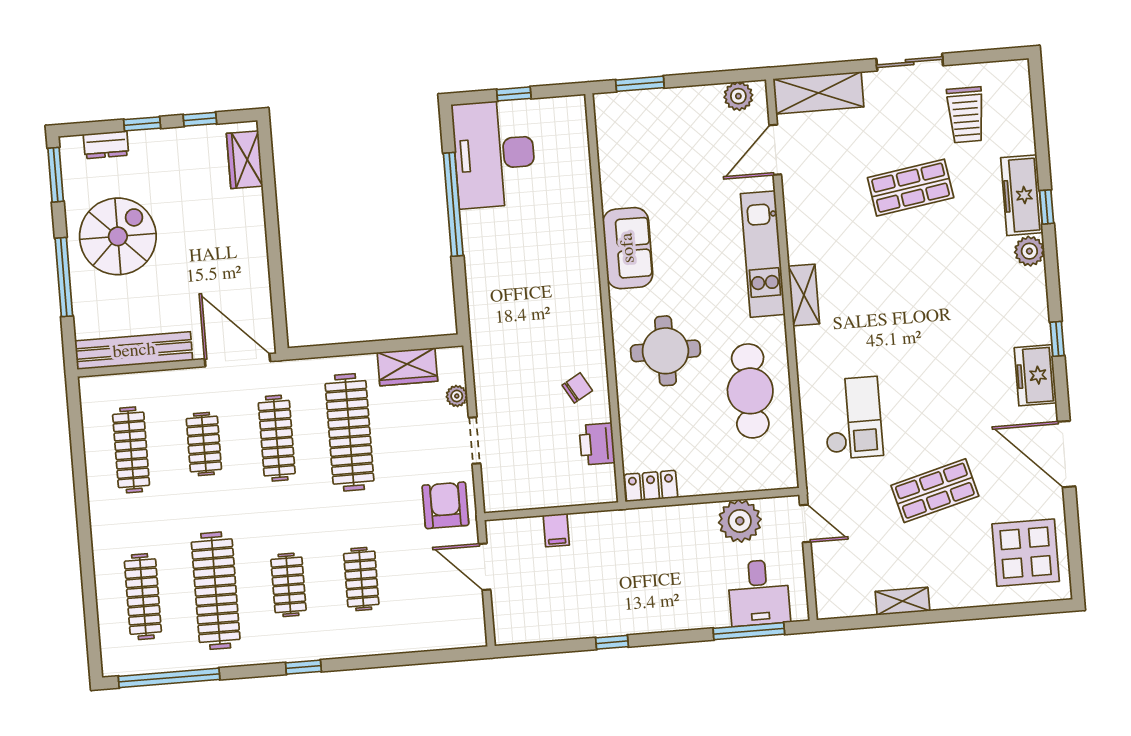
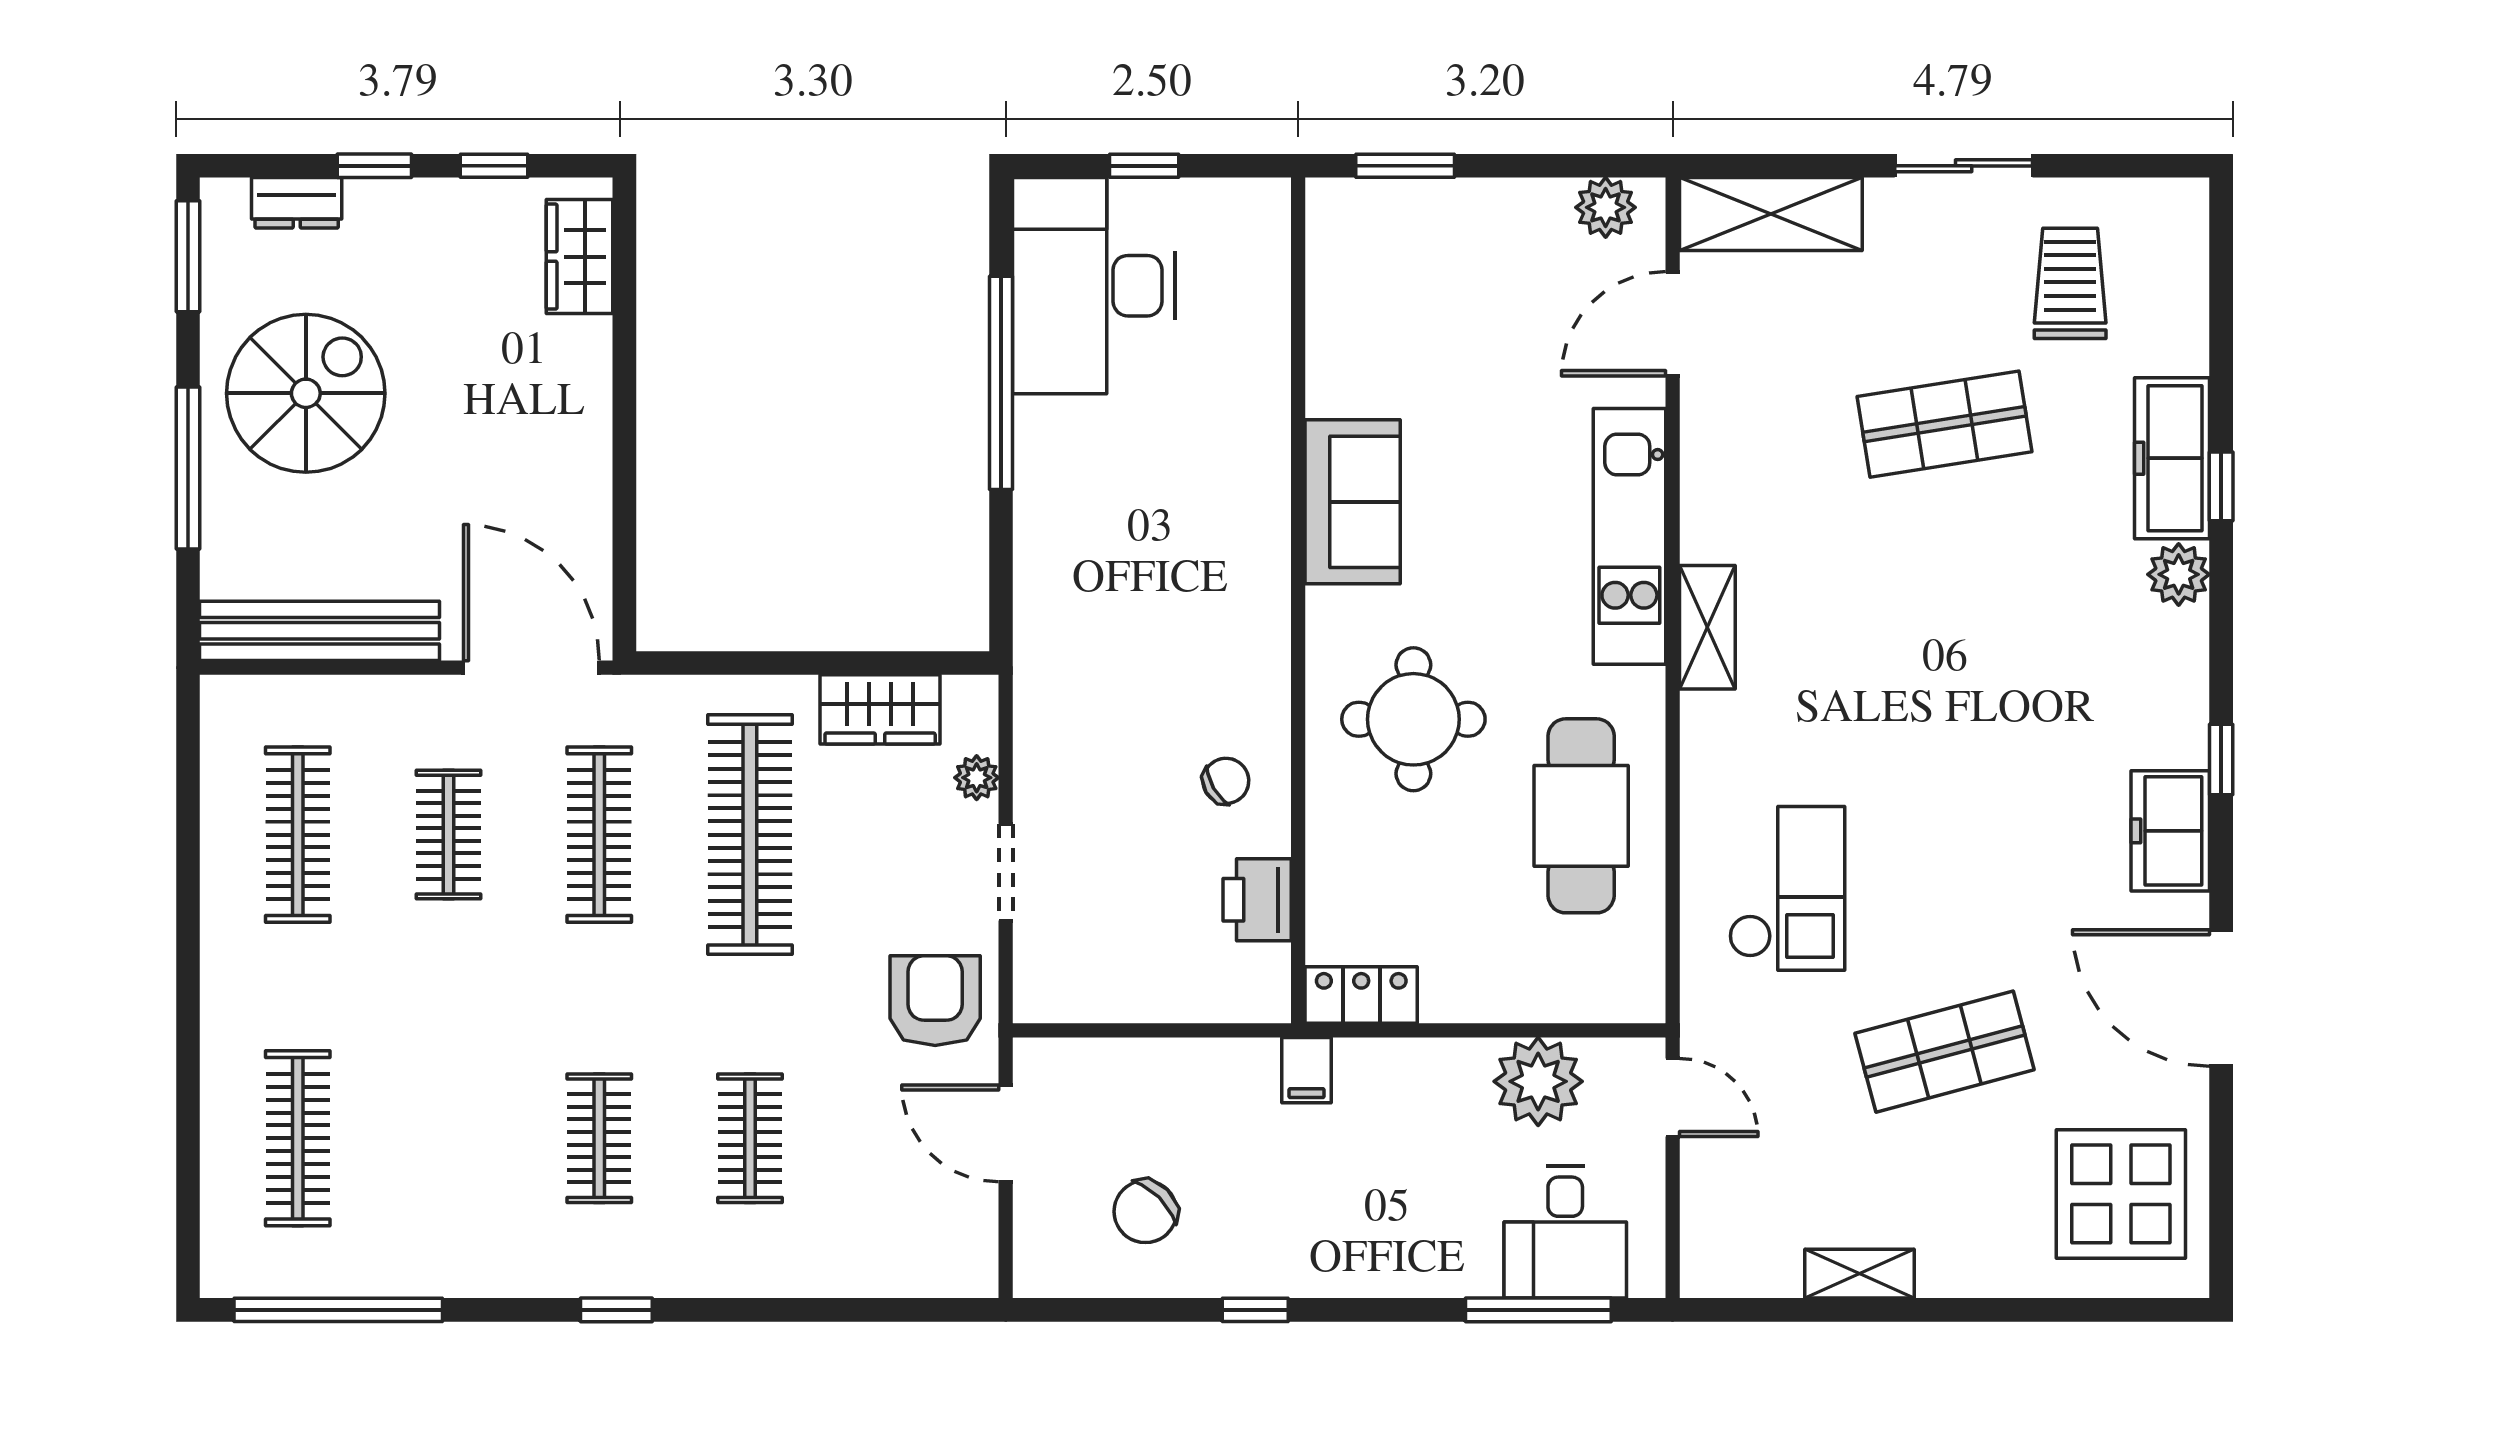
trolley: (966, 115) -> (2070, 283), turned 180
filing cabinet: (556, 530) -> (1306, 1070), moved
clothes rail: (216, 591) -> (448, 1138), removed
chair: (555, 599) -> (1145, 1212), added

